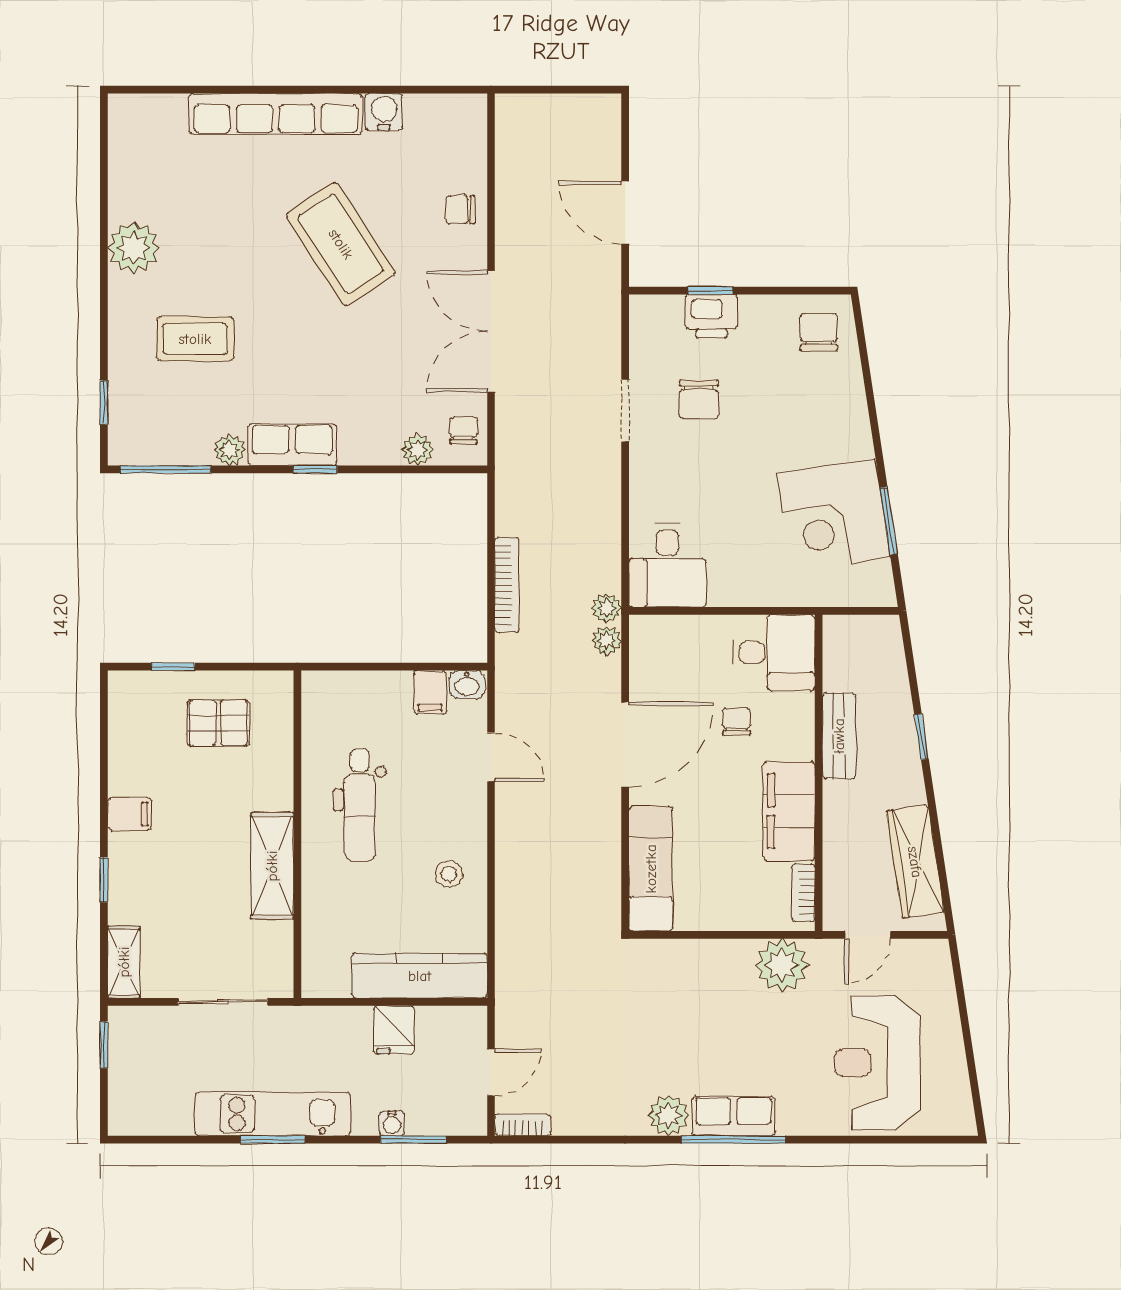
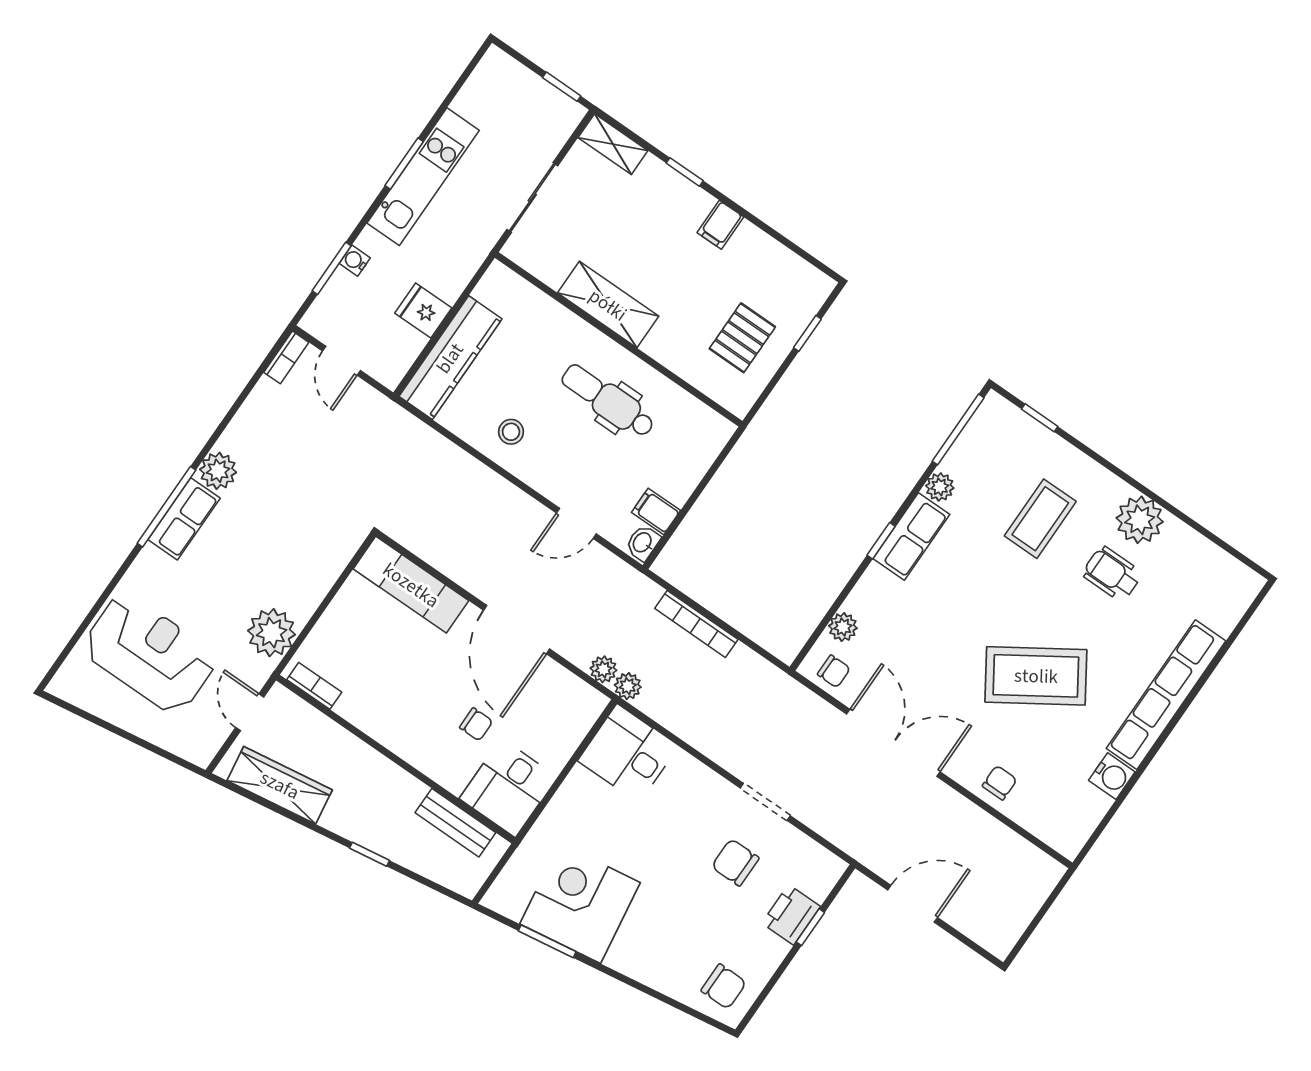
wheelchair: (200, 239) -> (1112, 574), added
bench: (839, 736) -> (455, 823), moved
filing cabinet: (789, 811) -> (382, 717), removed

